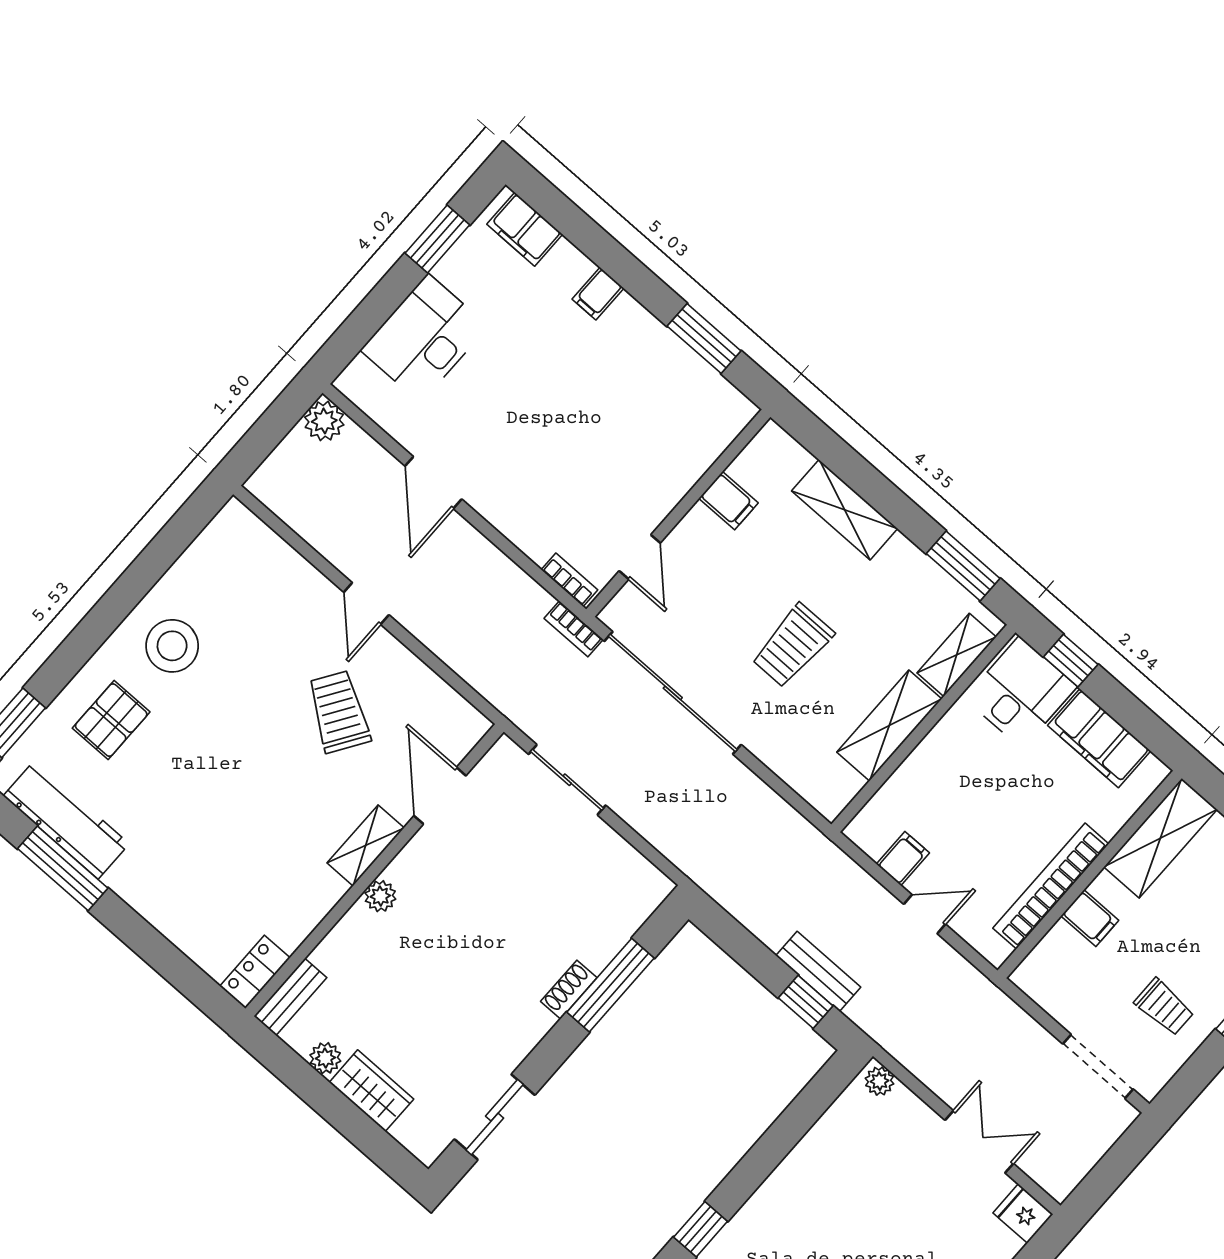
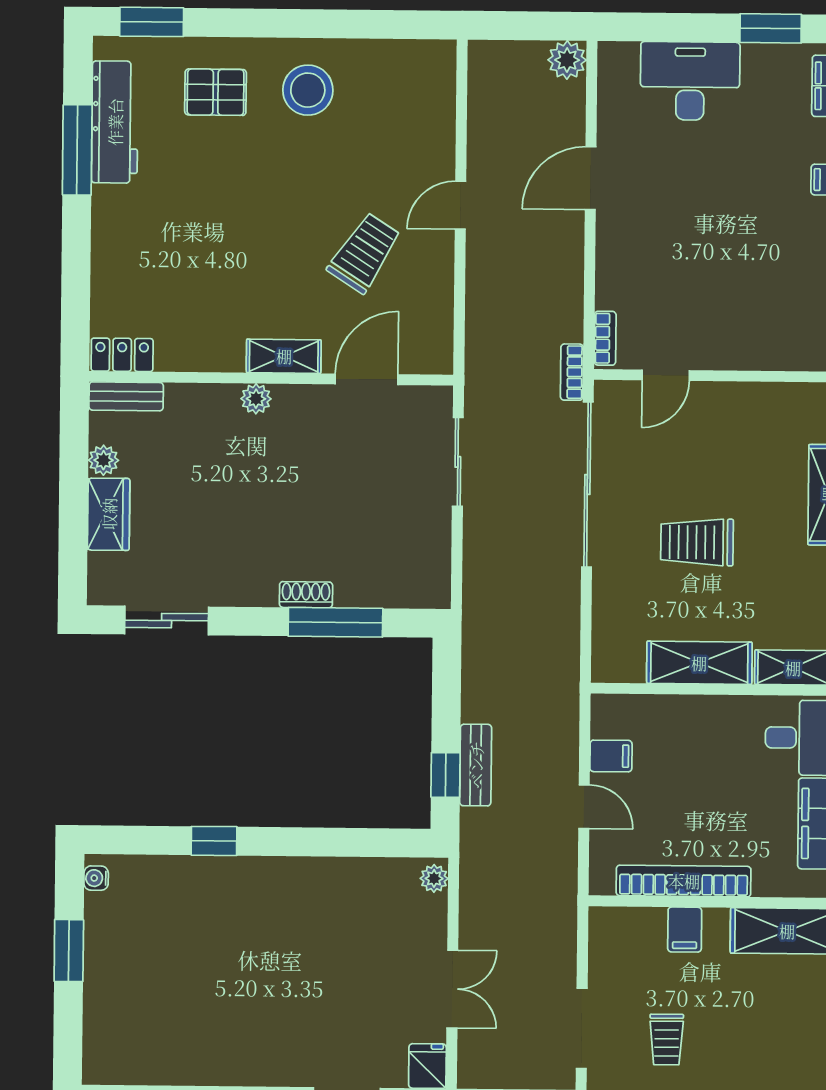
filing cabinet: (728, 501) -> (762, 405), removed

